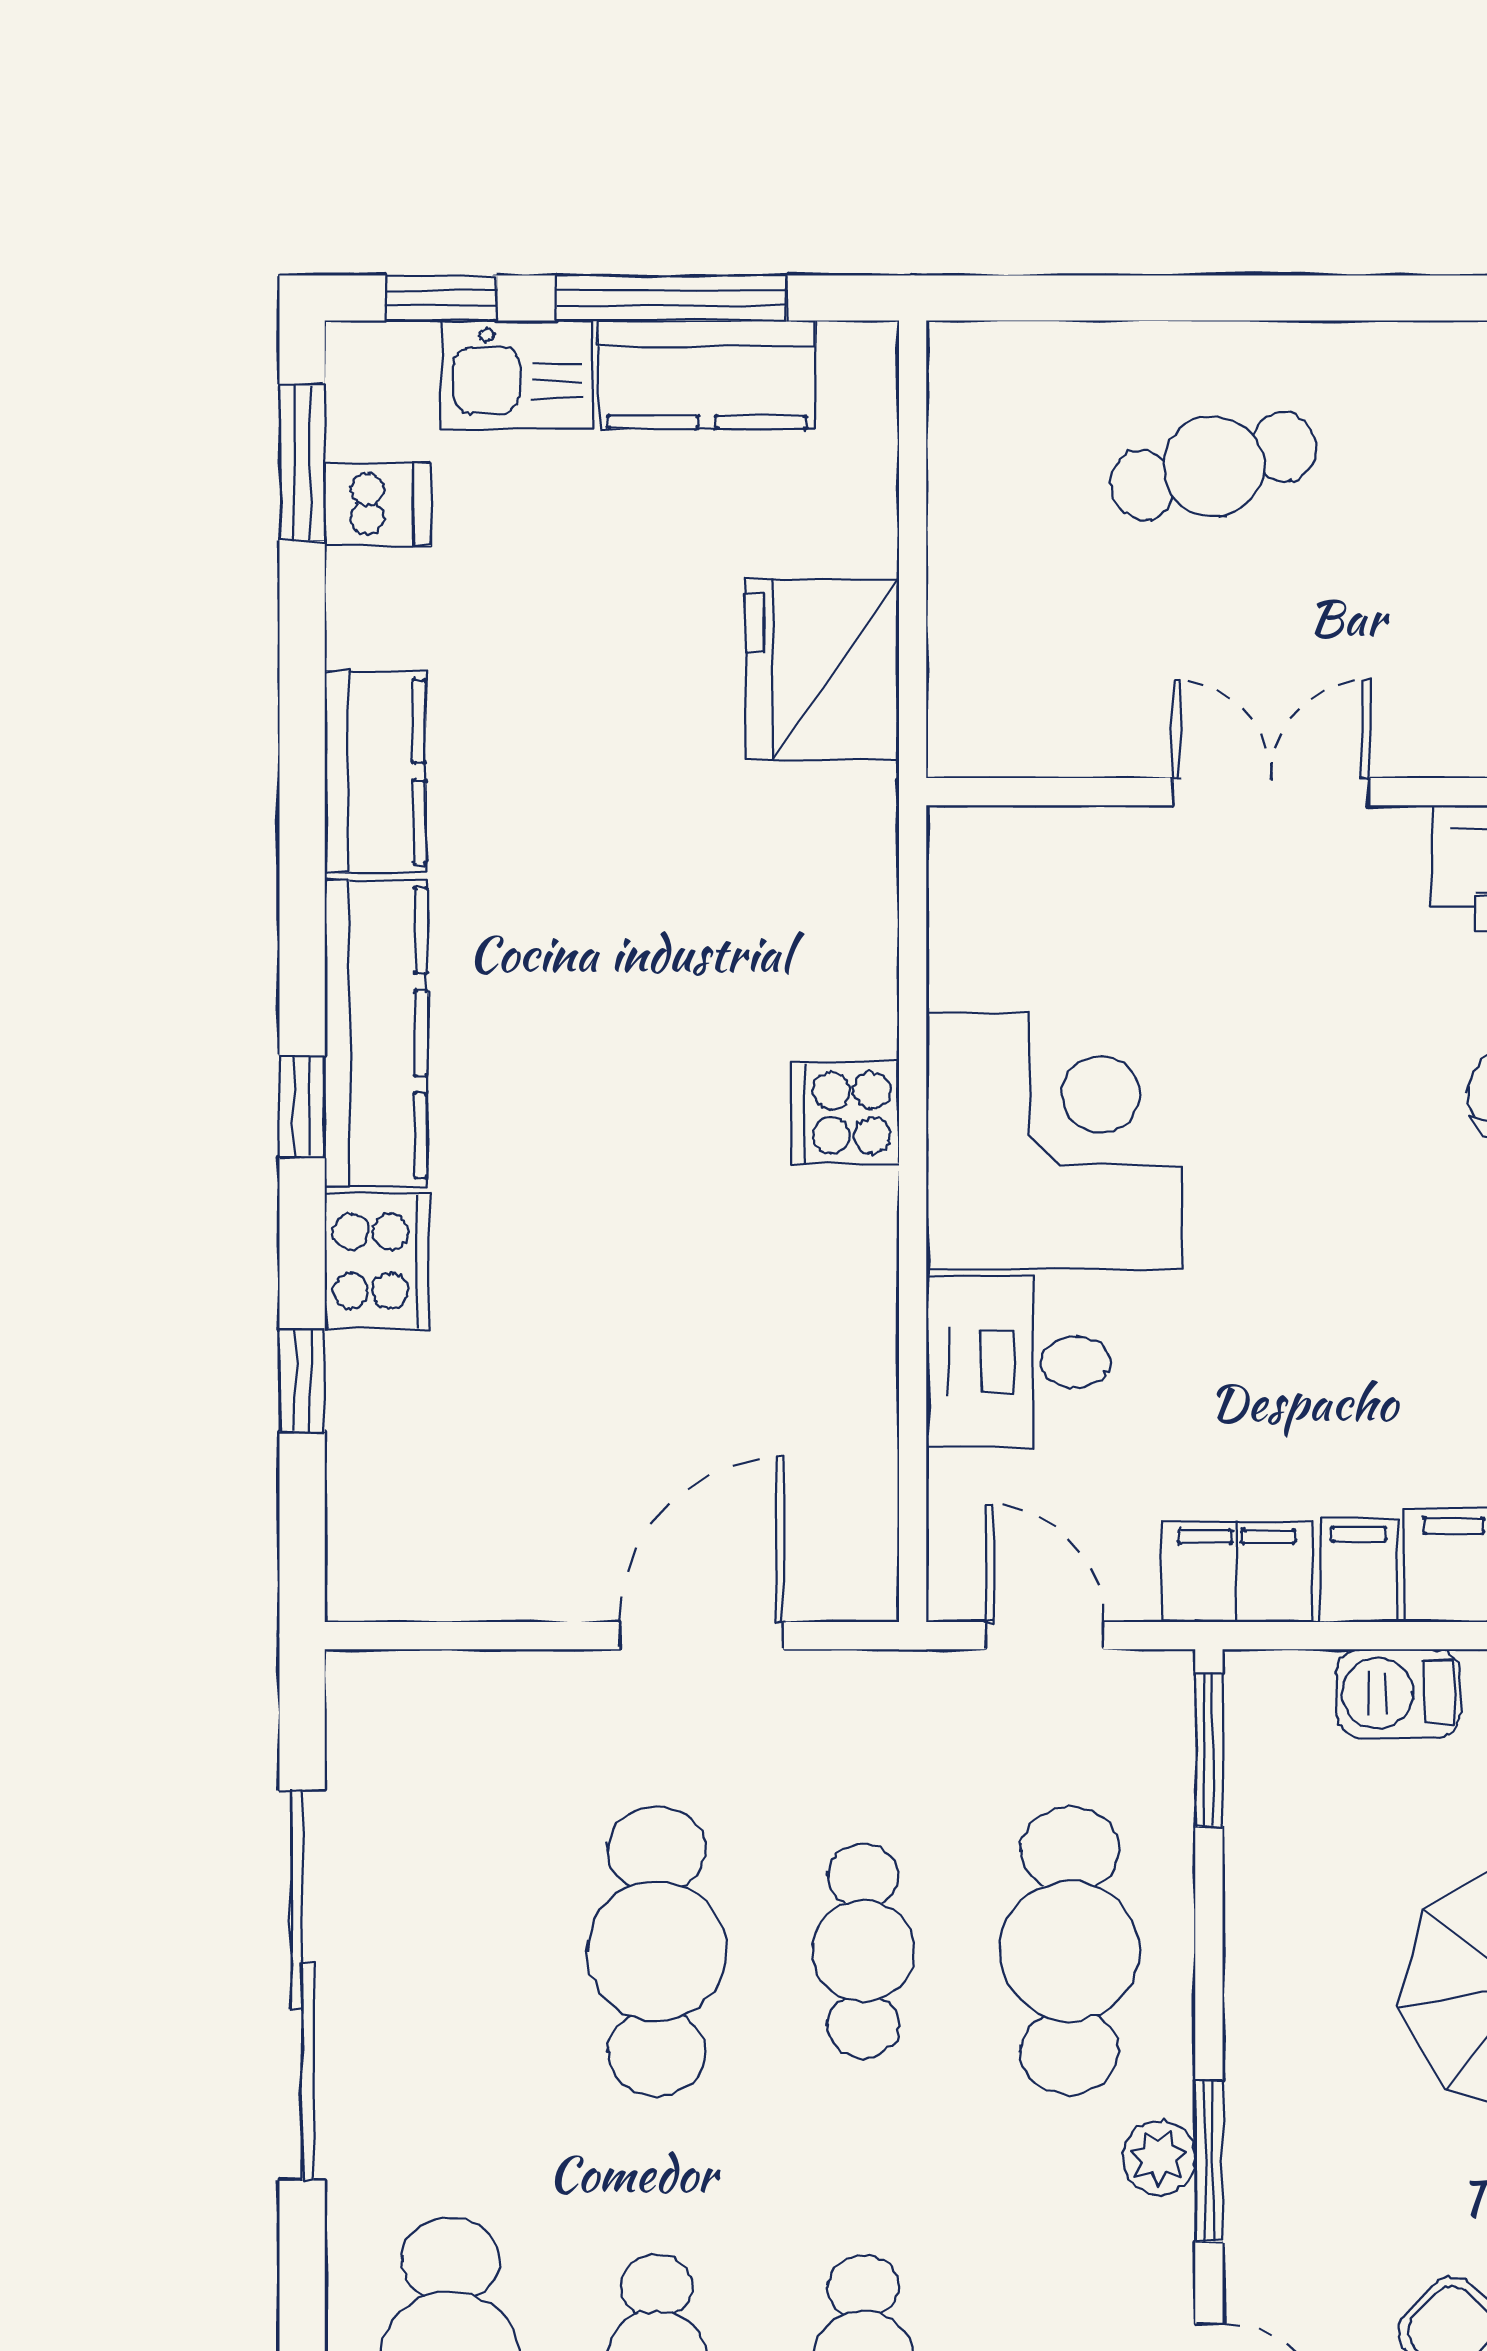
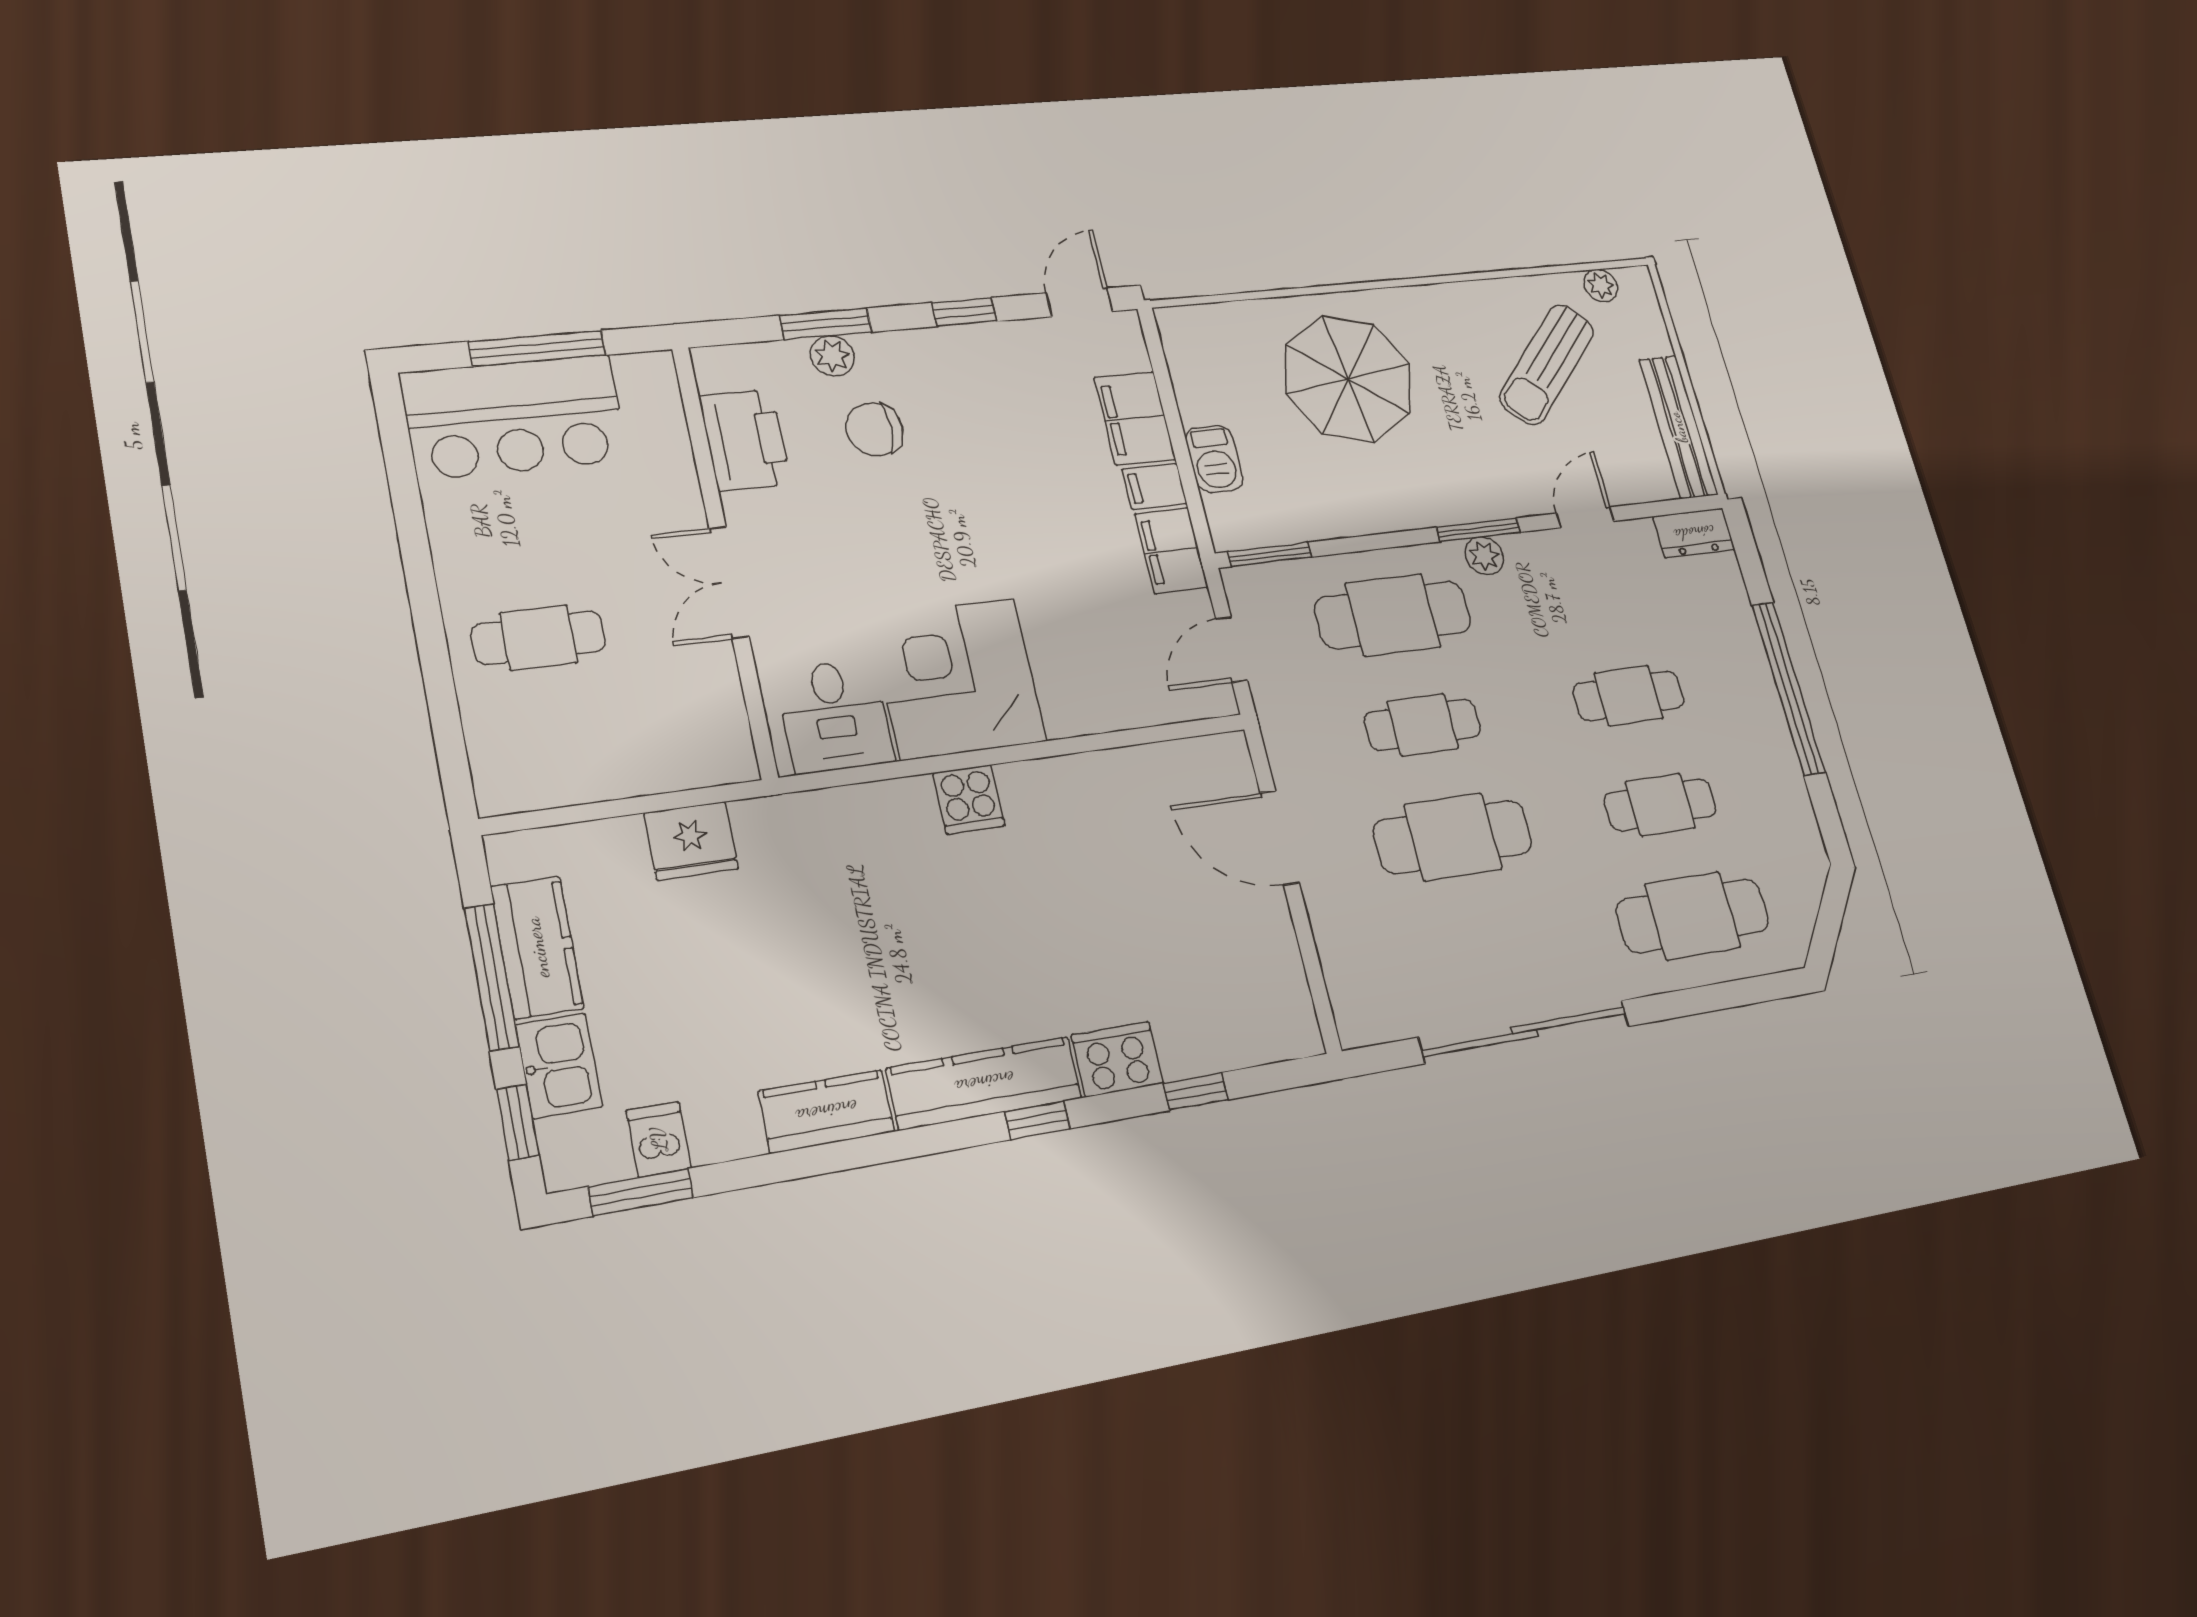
cafe table: (1213, 466) -> (539, 638), turned -75
fridge: (823, 669) -> (691, 841), width x0.73, depth x0.75
desk: (1018, 1362) -> (835, 716), moved

